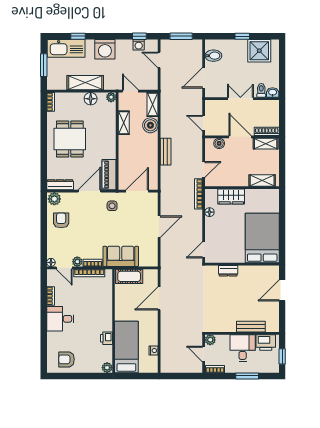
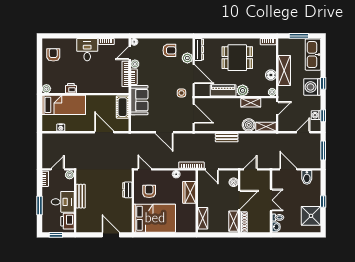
window: (78, 36) -> (323, 83), moved
plant: (109, 133) -> (243, 90), added
piano: (109, 175) -> (223, 90), moved
plant: (54, 199) -> (187, 58), moved
armchair: (230, 245) -> (149, 191), added
bench: (251, 327) -> (81, 196), moved

